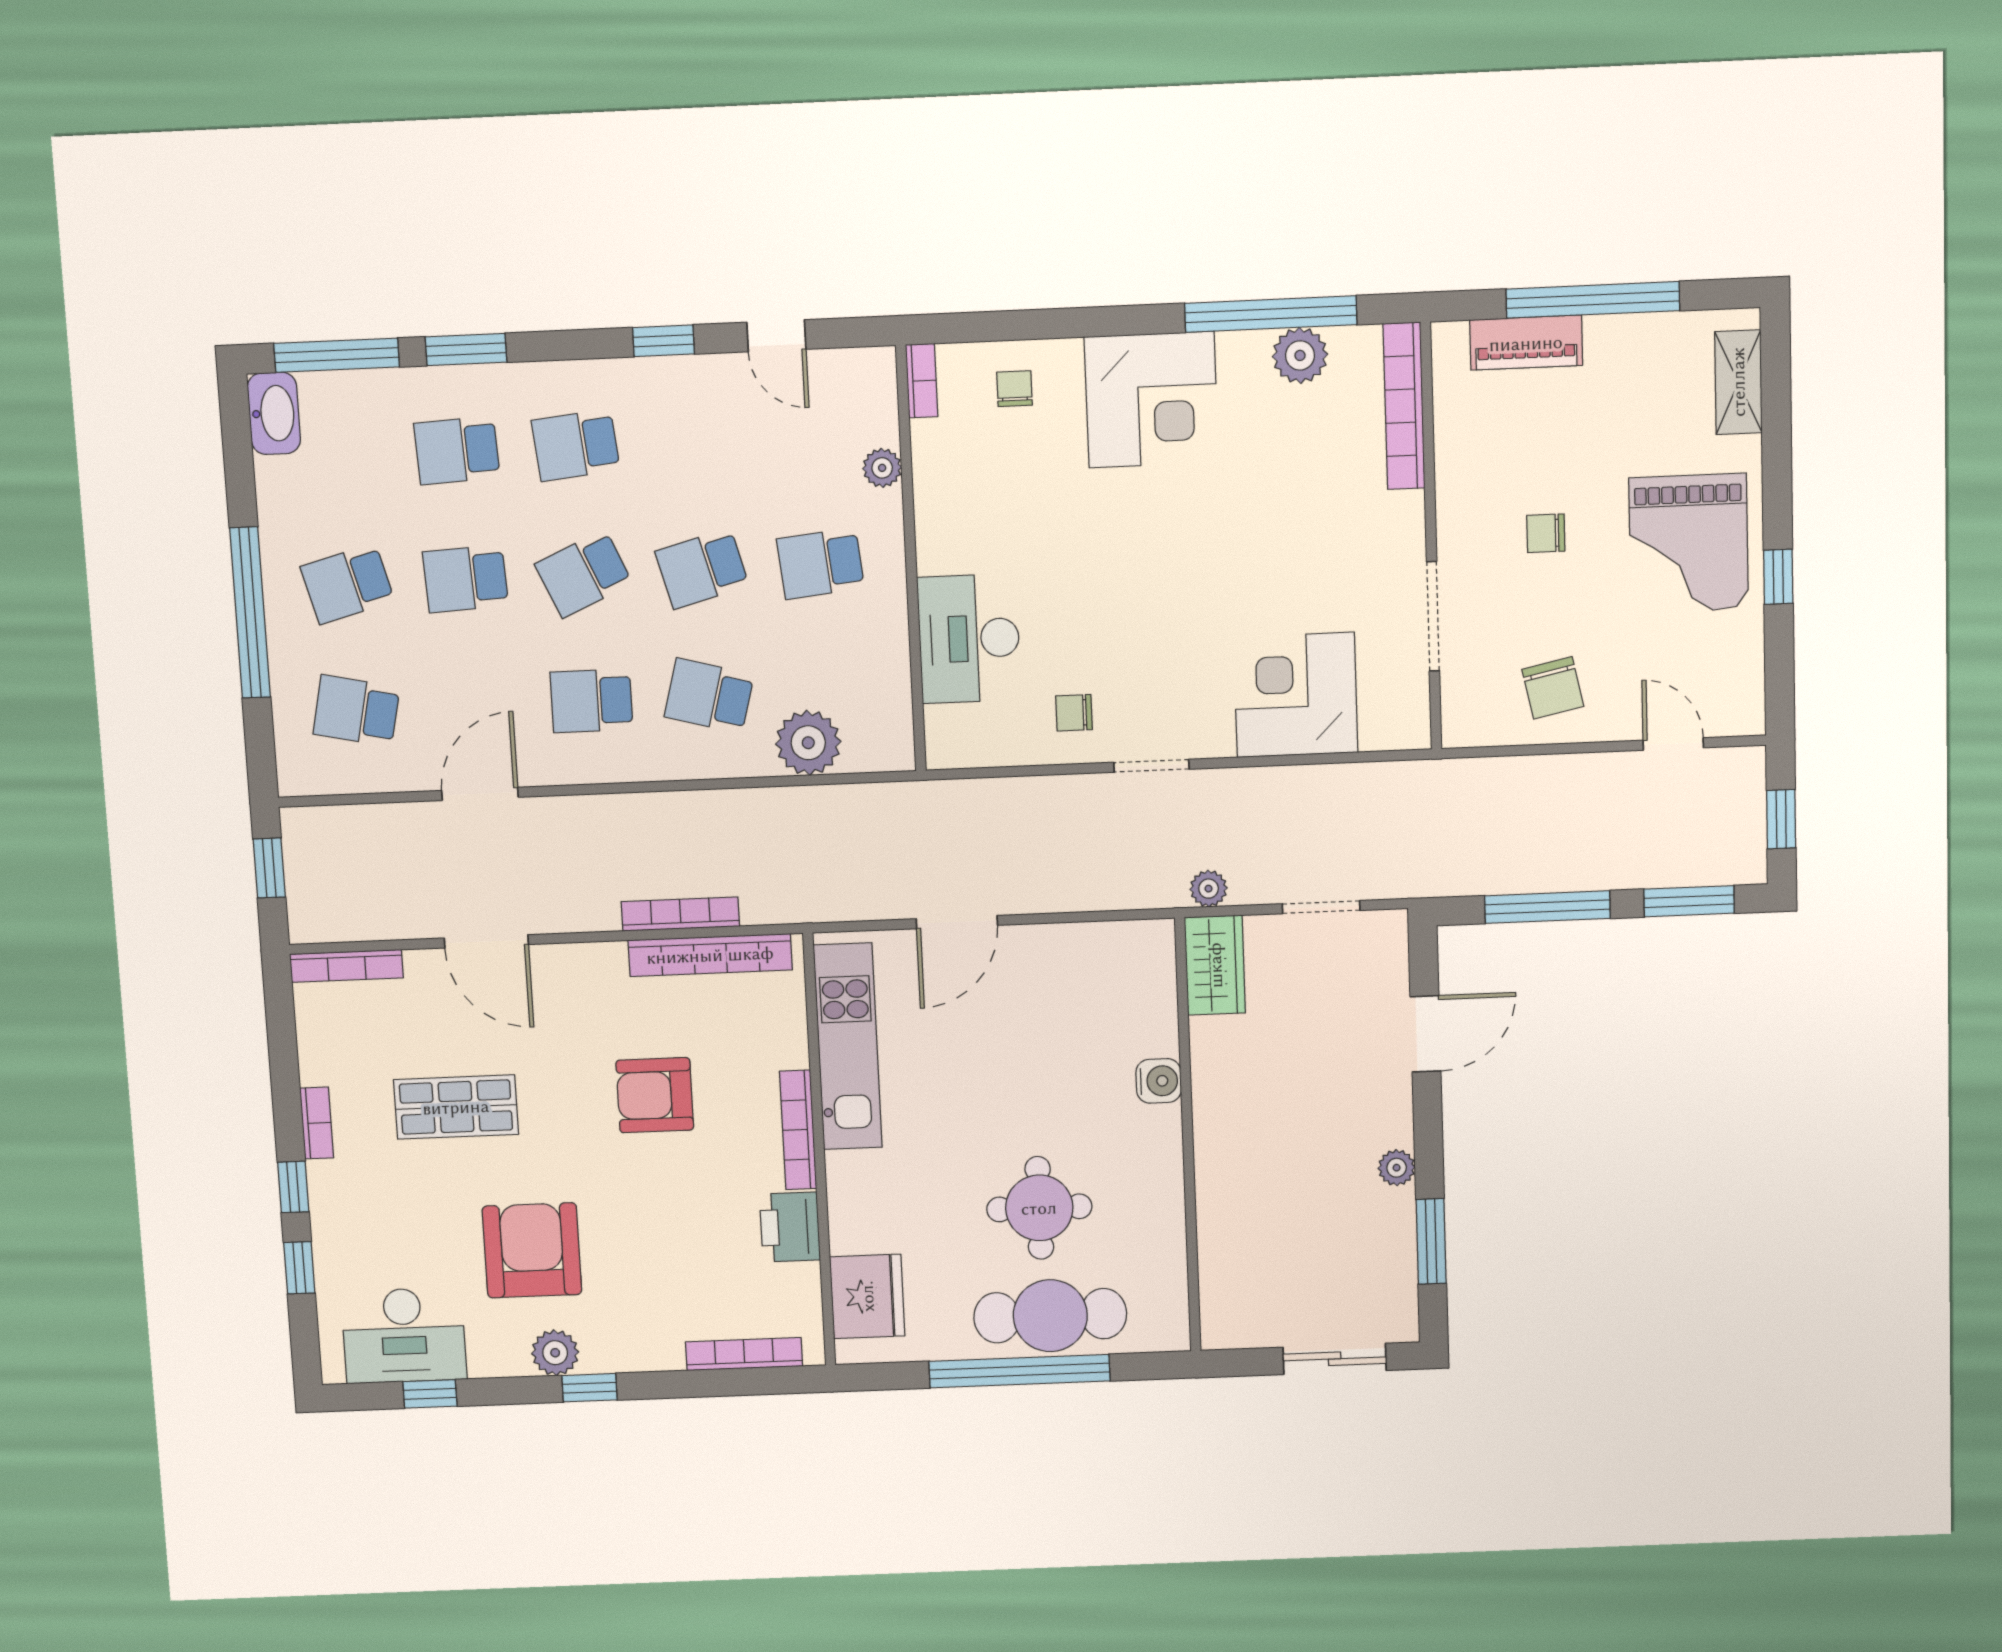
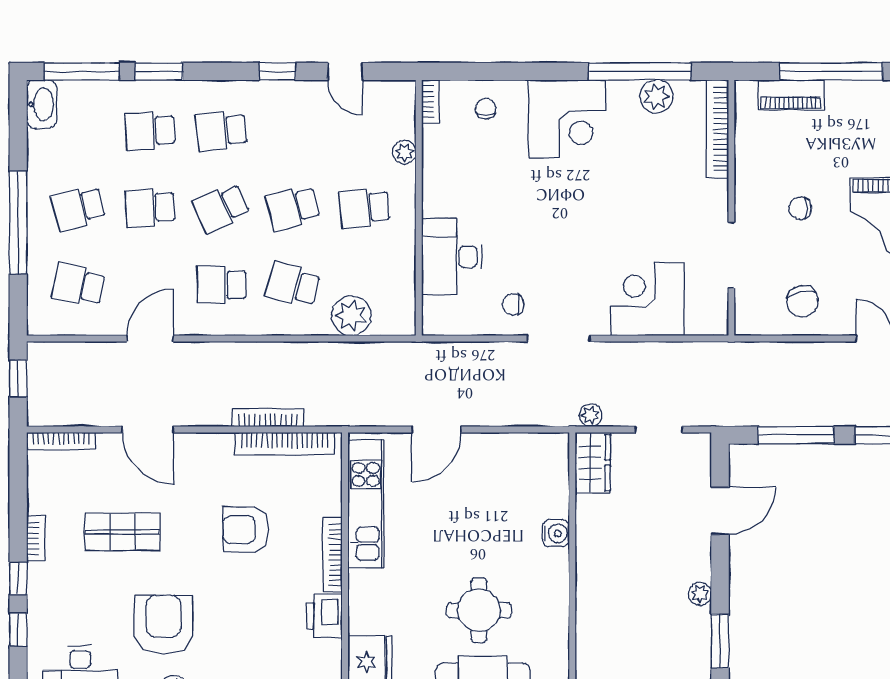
doorway: (1151, 766) -> (559, 339), width x1.38

